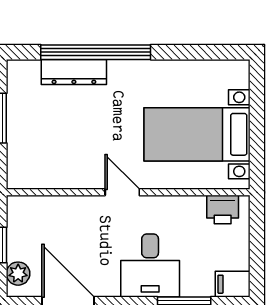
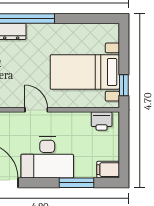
window: (257, 155) -> (124, 85), added
desk: (150, 265) -> (47, 157), width x1.37

